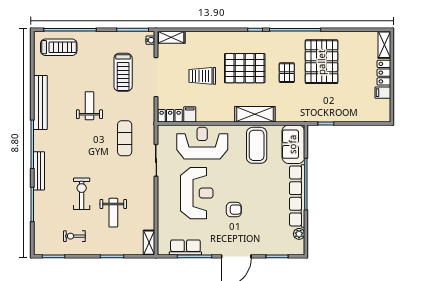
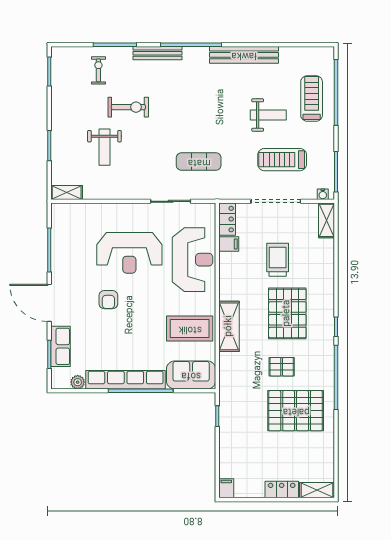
treadmill: (59, 47) -> (312, 99), moved, turned 180
filing cabinet: (383, 93) -> (226, 488), moved
weight bench: (89, 106) -> (268, 115), moved
weight bench: (113, 213) -> (104, 147), turned -90
exercise bike: (74, 236) -> (98, 70), moved
row of seats: (185, 247) -> (60, 346), moved

